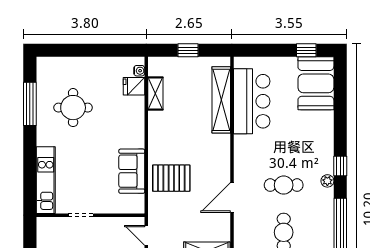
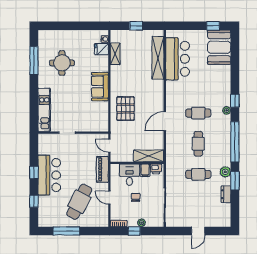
sofa: (132, 171) -> (100, 87), moved
pallet: (171, 178) -> (126, 109), turned 90

